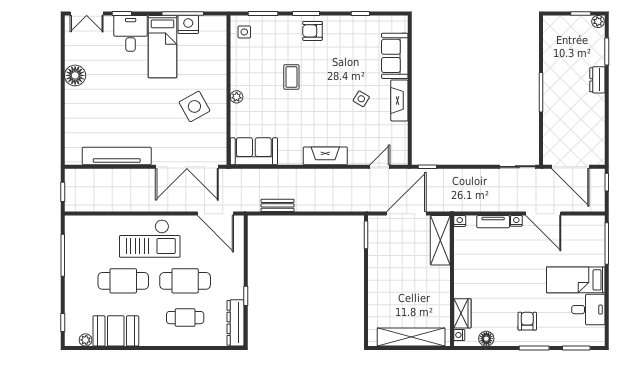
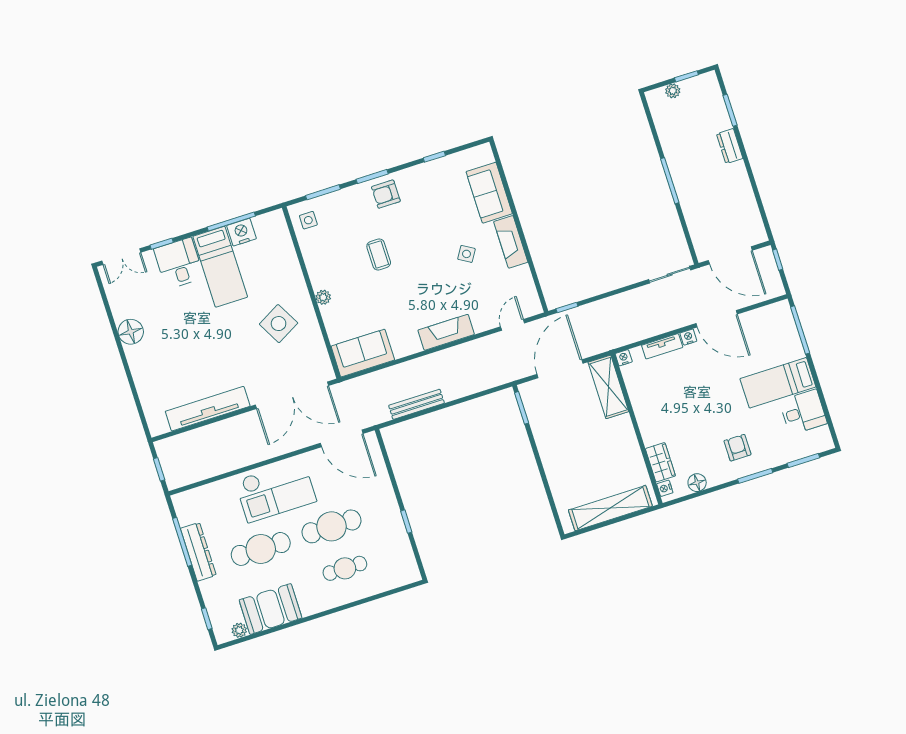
plant: (598, 22) -> (673, 91), moved
bench: (277, 205) -> (416, 404), width x1.36
dresser: (235, 323) -> (198, 552), moved, turned 180

